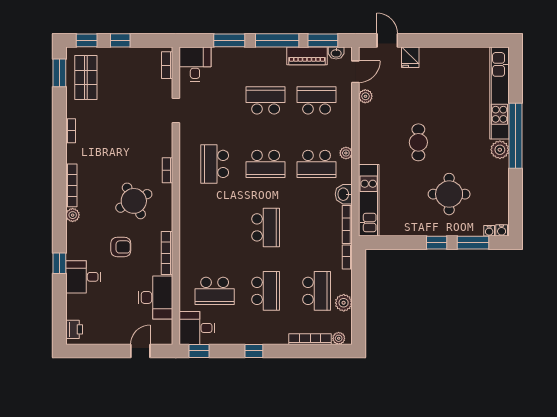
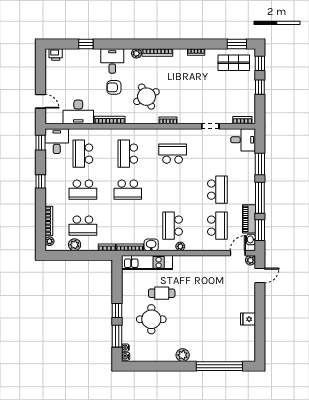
fridge: (410, 57) -> (248, 319), moved
door: (355, 72) -> (238, 253), swing flipped
kitchen unit: (499, 93) -> (223, 355), removed
plant: (365, 96) -> (250, 260), moved
window: (515, 136) -> (219, 366), moved
cafe table: (418, 142) -> (162, 293), moved
school desk: (266, 164) -> (128, 154), moved
armchair: (121, 247) -> (114, 87), turned 90
window: (59, 263) -> (86, 44), moved
desk: (83, 277) -> (112, 61), moved

